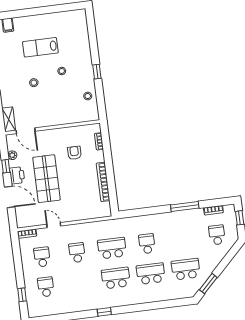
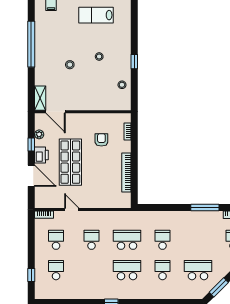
lab bench: (40, 47) -> (96, 15), moved
school desk: (151, 274) -> (162, 270), width x0.54

